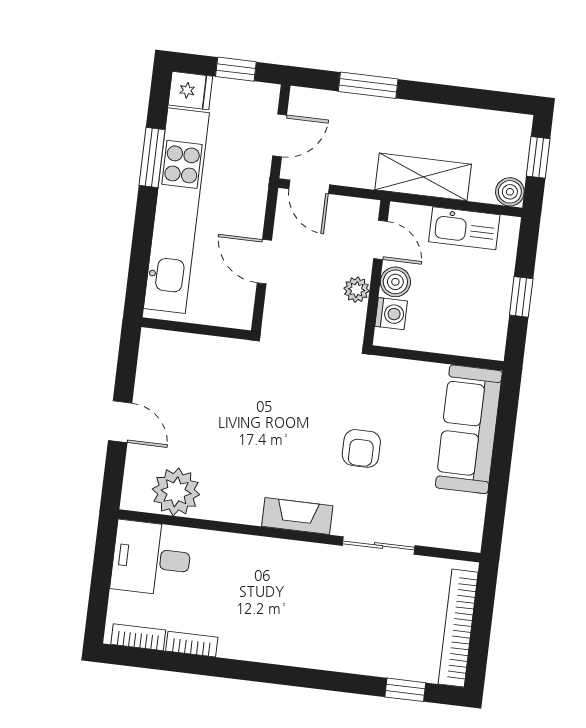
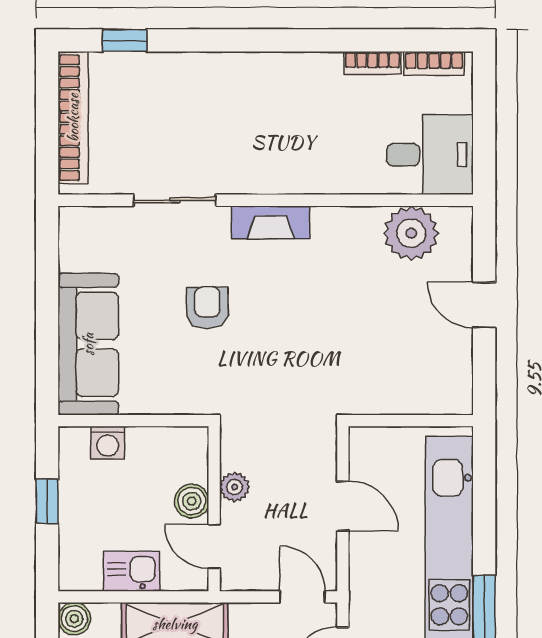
kitchen sink: (464, 228) -> (131, 571), width x0.73
washing machine: (391, 314) -> (108, 443), moved, turned -90

